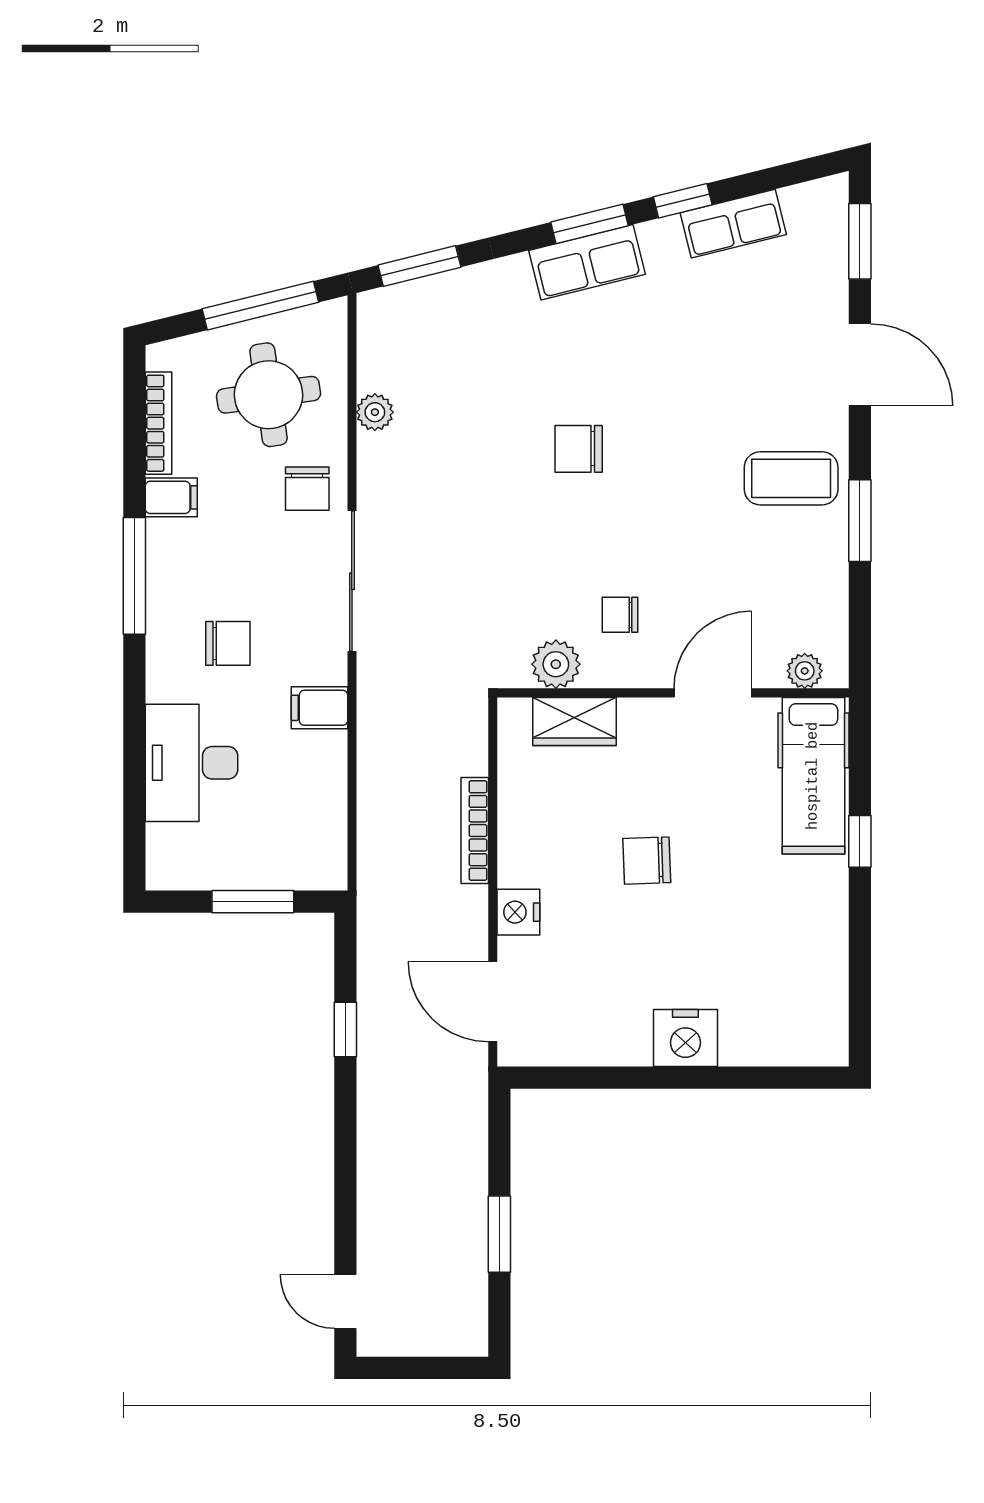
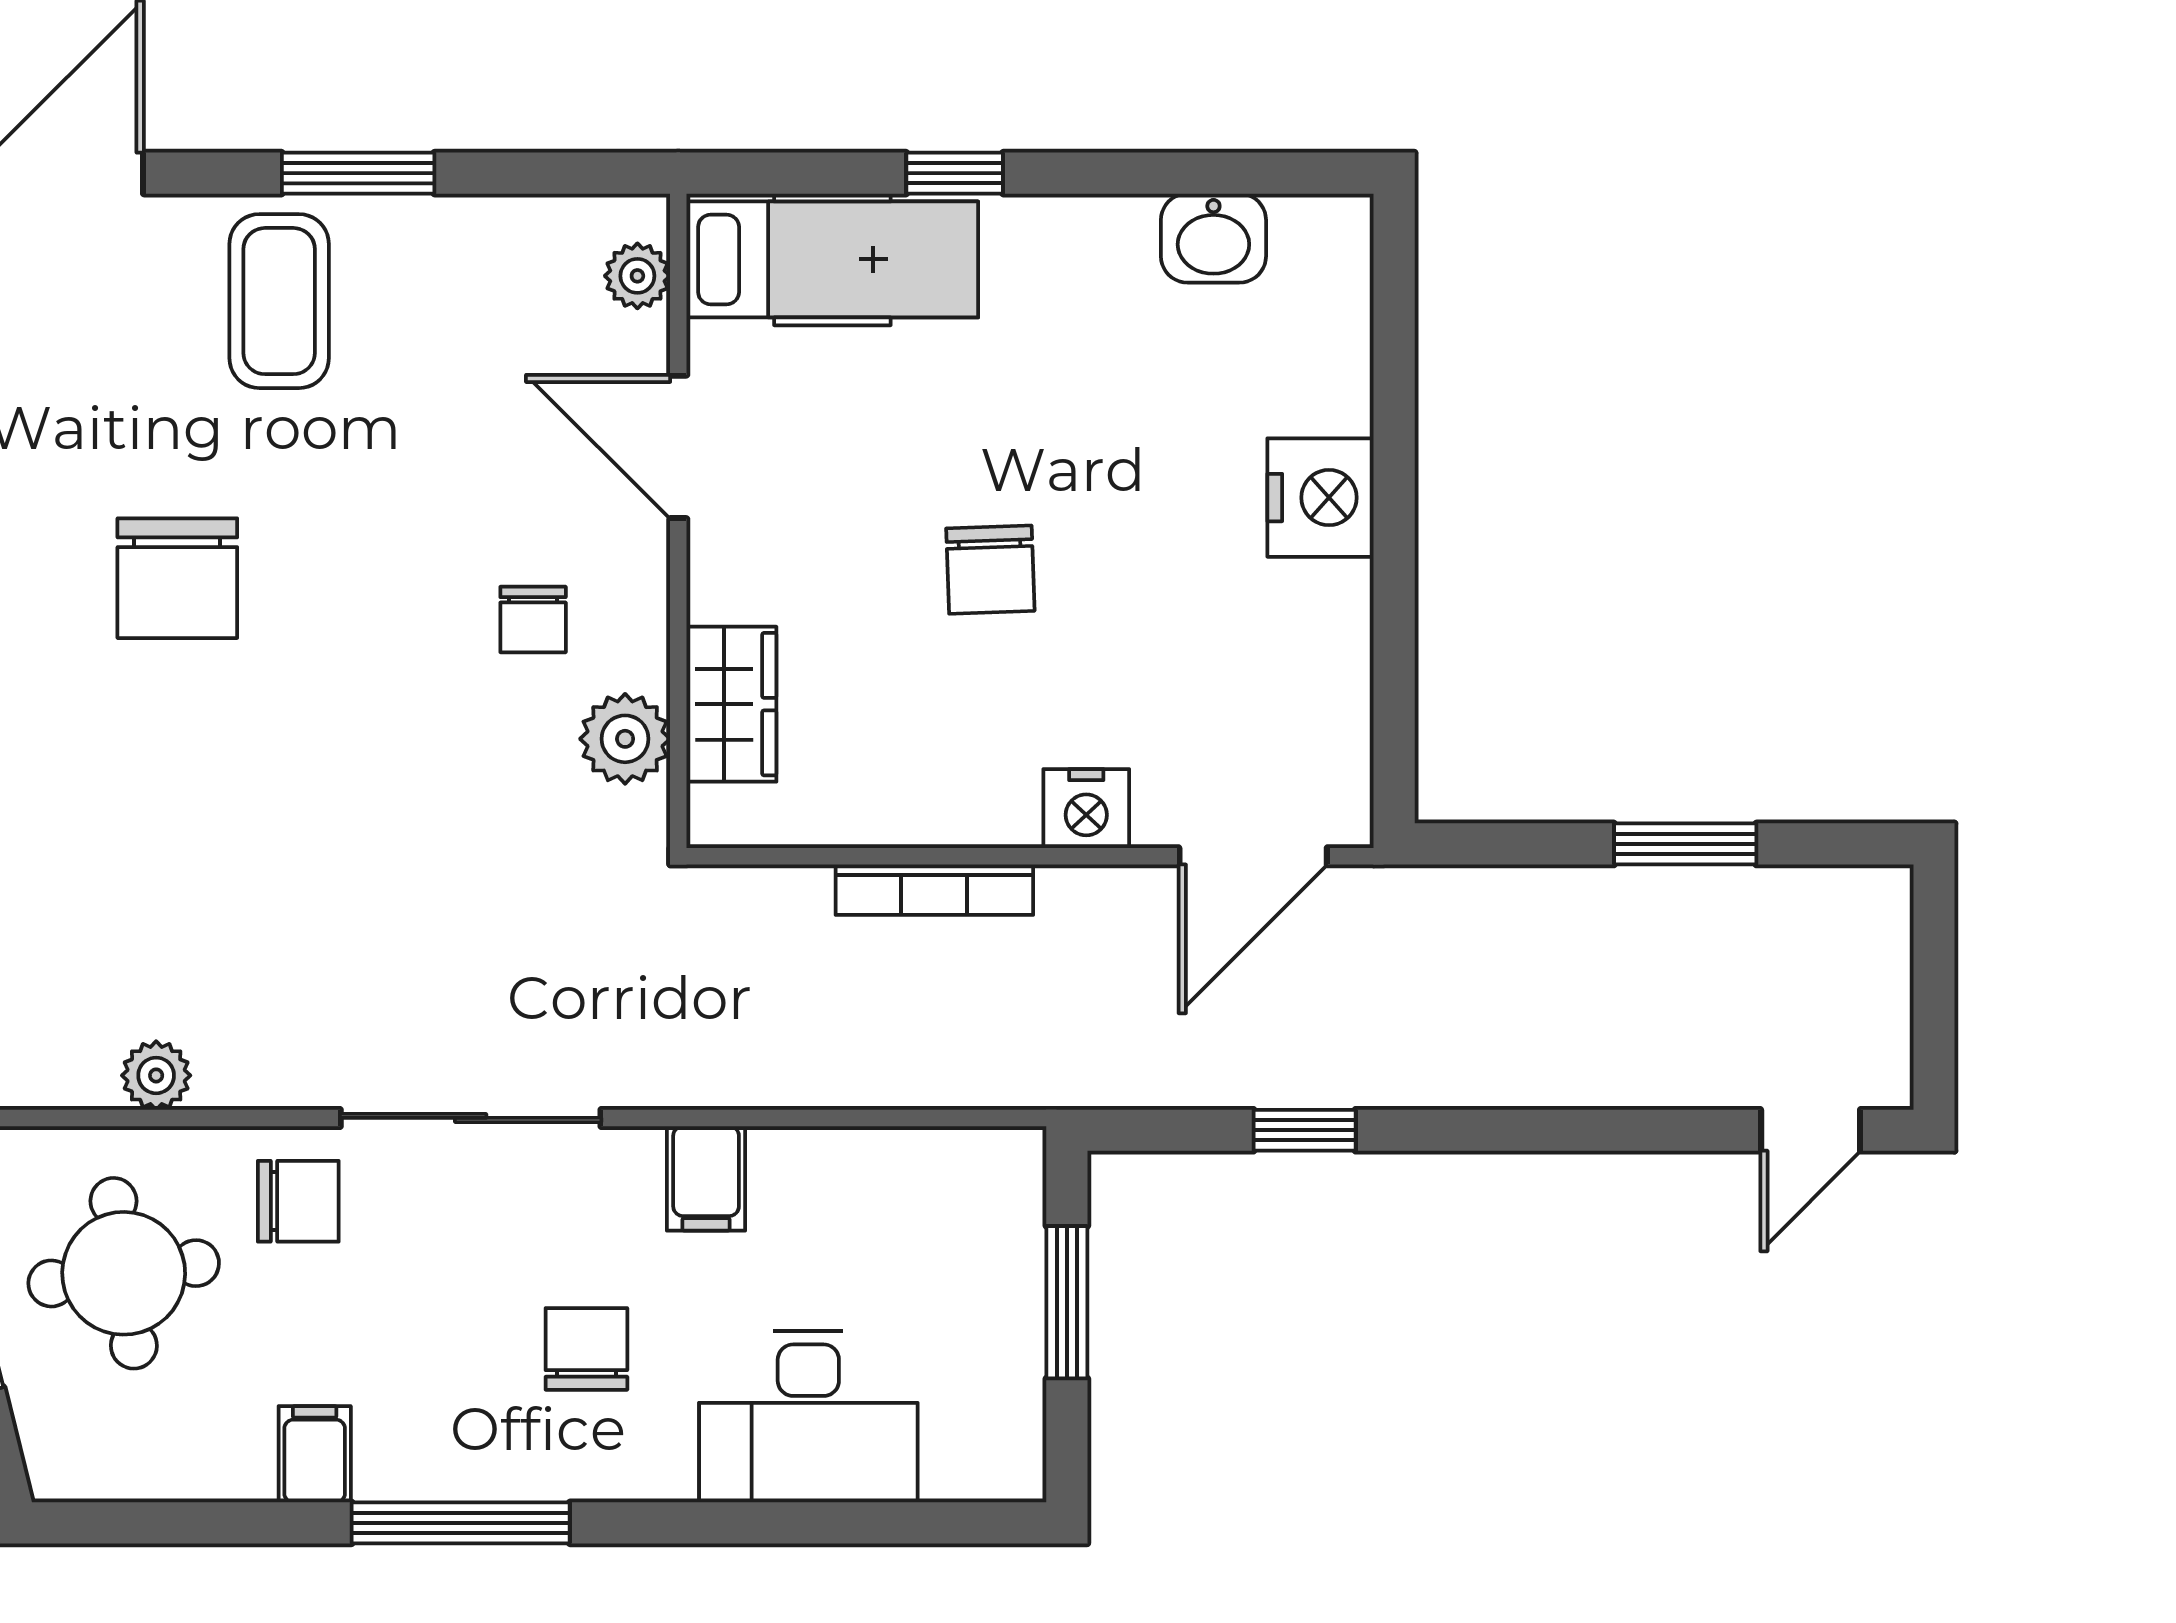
bookcase: (158, 423) -> (176, 1478), removed
chair: (579, 449) -> (177, 578), moved, width x1.37, depth x1.37
washbasin: (825, 981) -> (1213, 238), added

